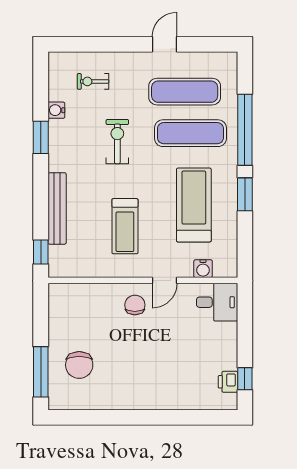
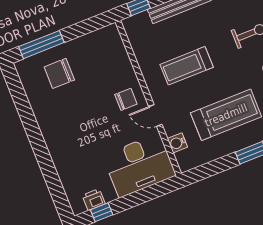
desk: (217, 302) -> (139, 165), width x1.87, depth x1.30

